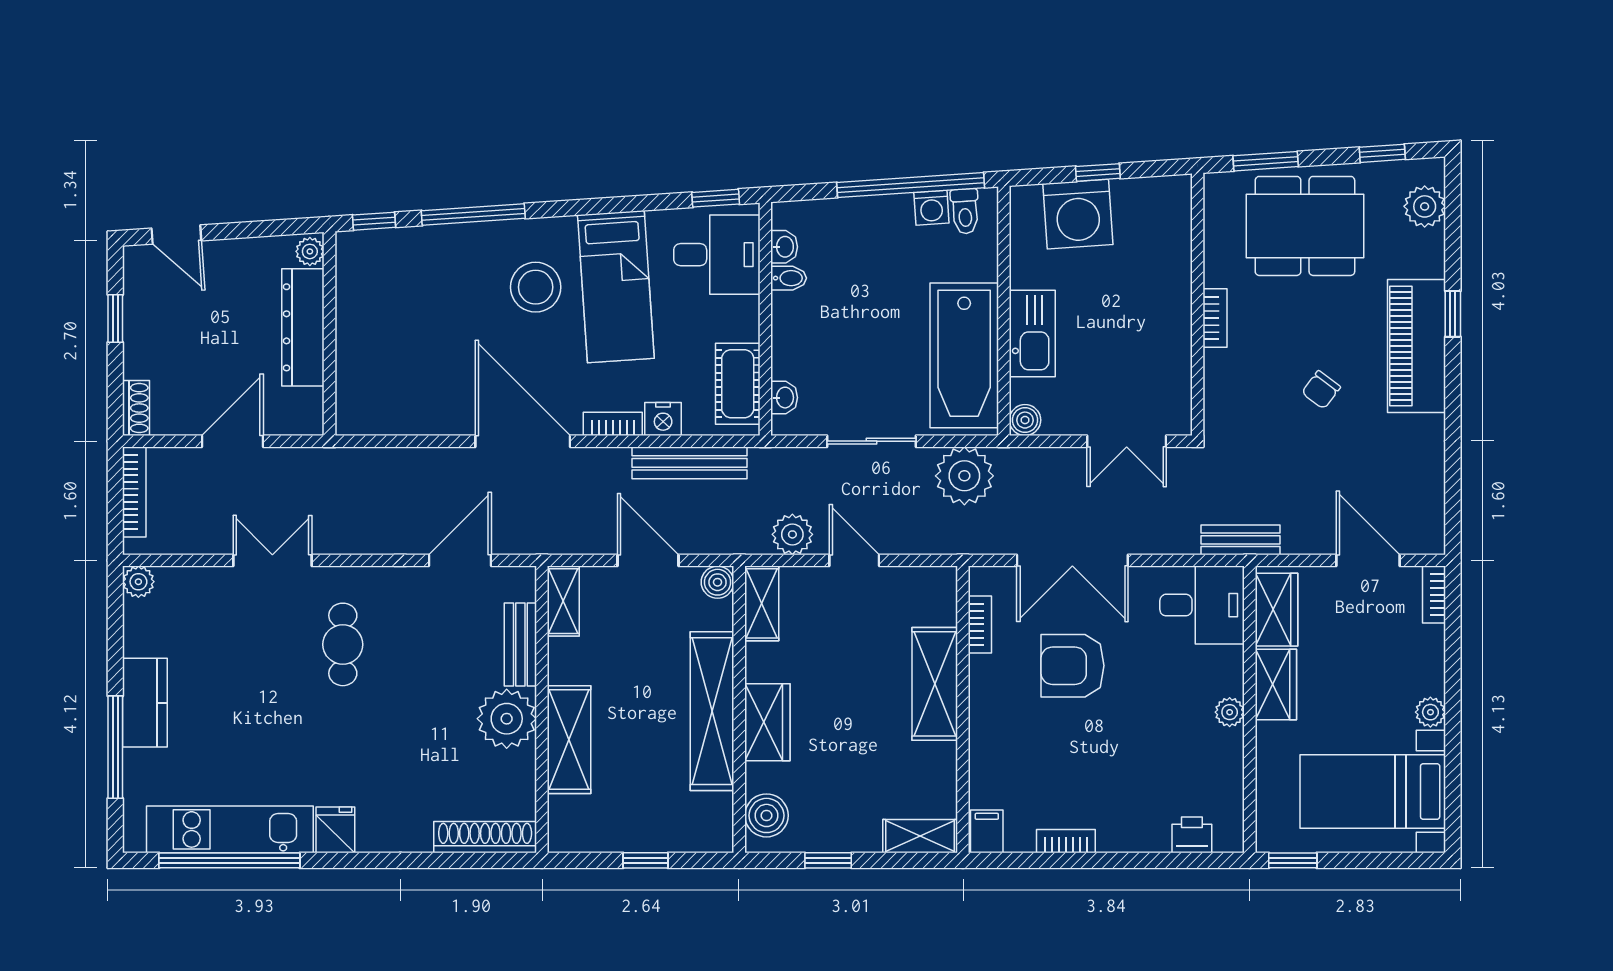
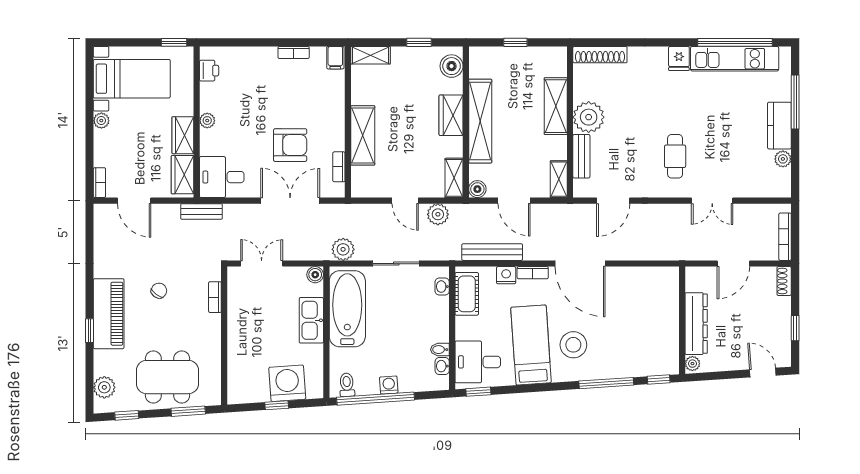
washing machine: (931, 208) -> (389, 385), moved
bookcase: (1215, 318) -> (215, 297), moved
plant: (964, 476) -> (343, 249), width x0.73, depth x0.73
plant: (138, 582) -> (783, 159), moved
printer: (1192, 835) -> (209, 71), moved, turned -90

